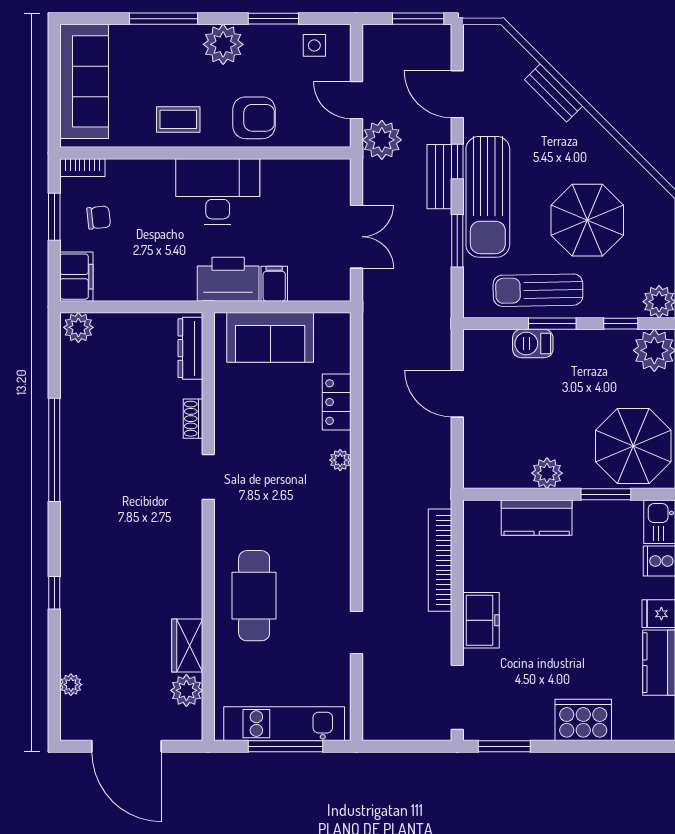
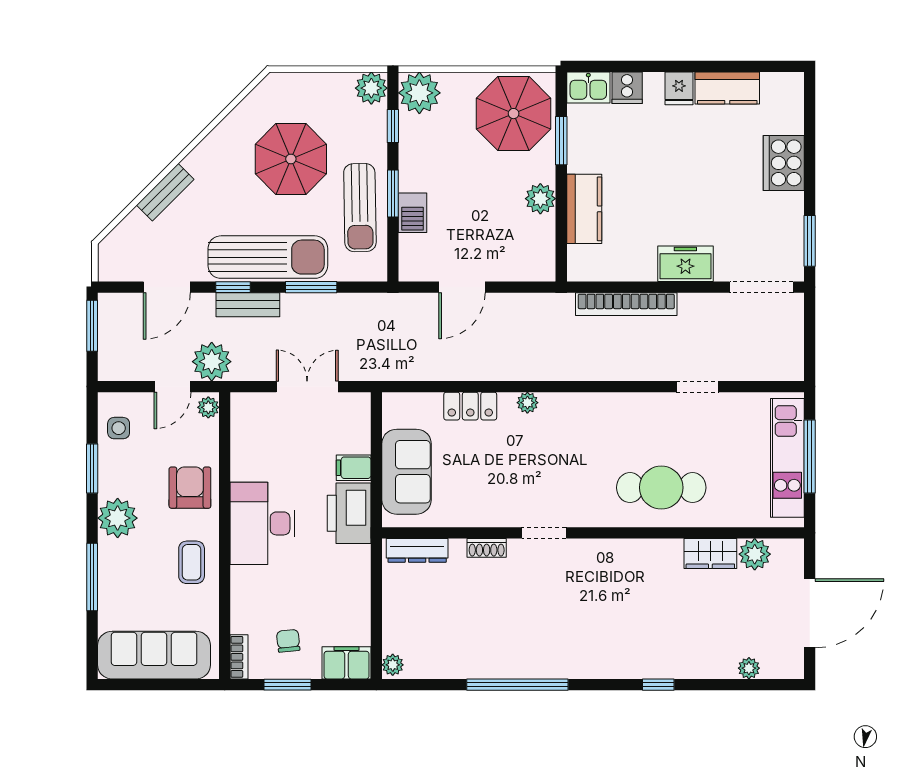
plant: (335, 136) -> (208, 407), added
plant: (78, 327) -> (393, 665), width x0.73, depth x0.73

